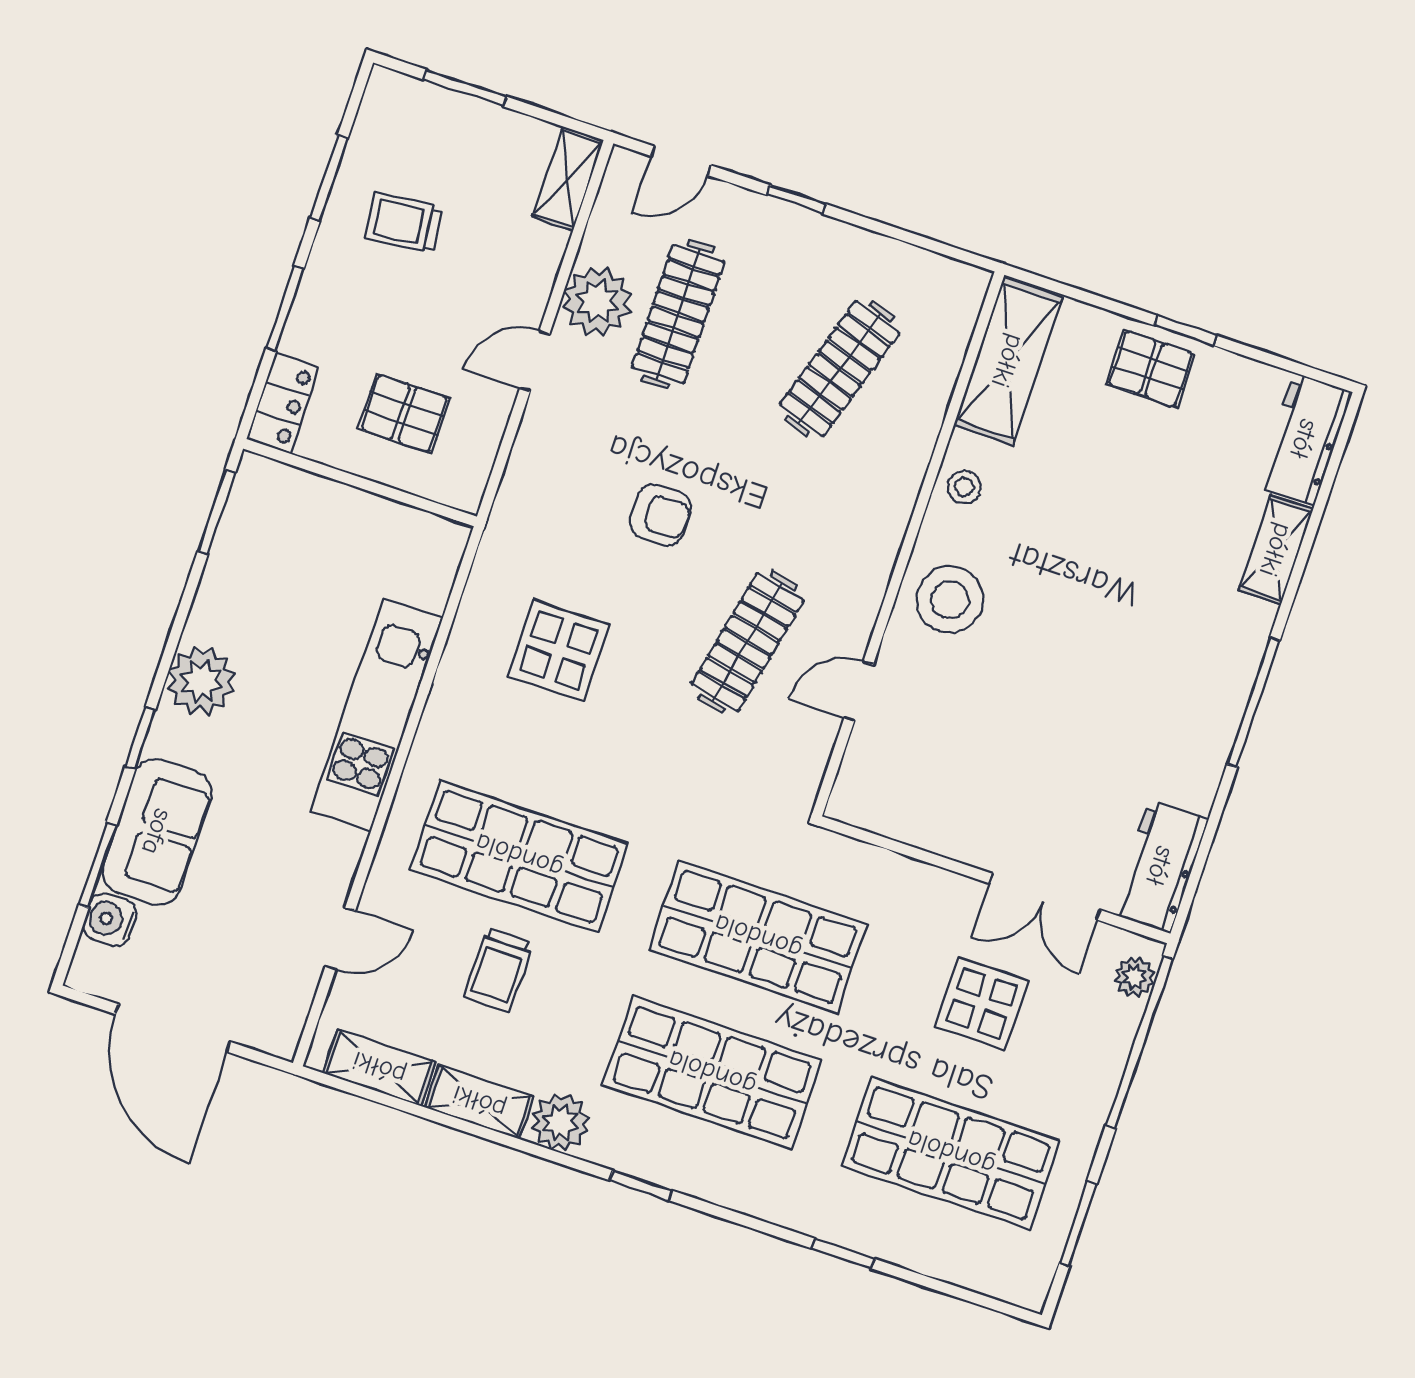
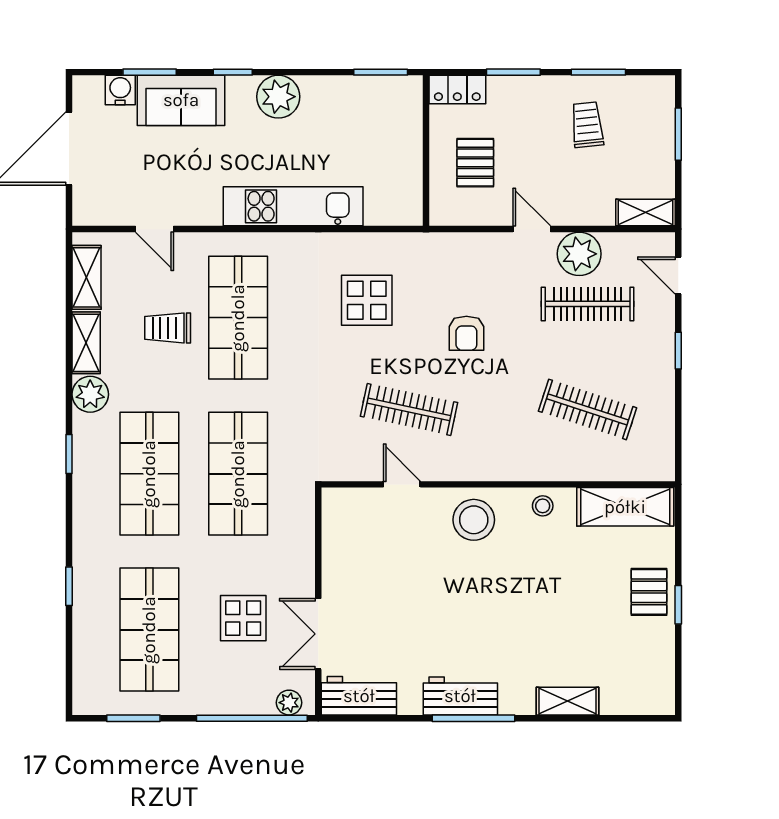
workbench: (1304, 439) -> (460, 696), moved

